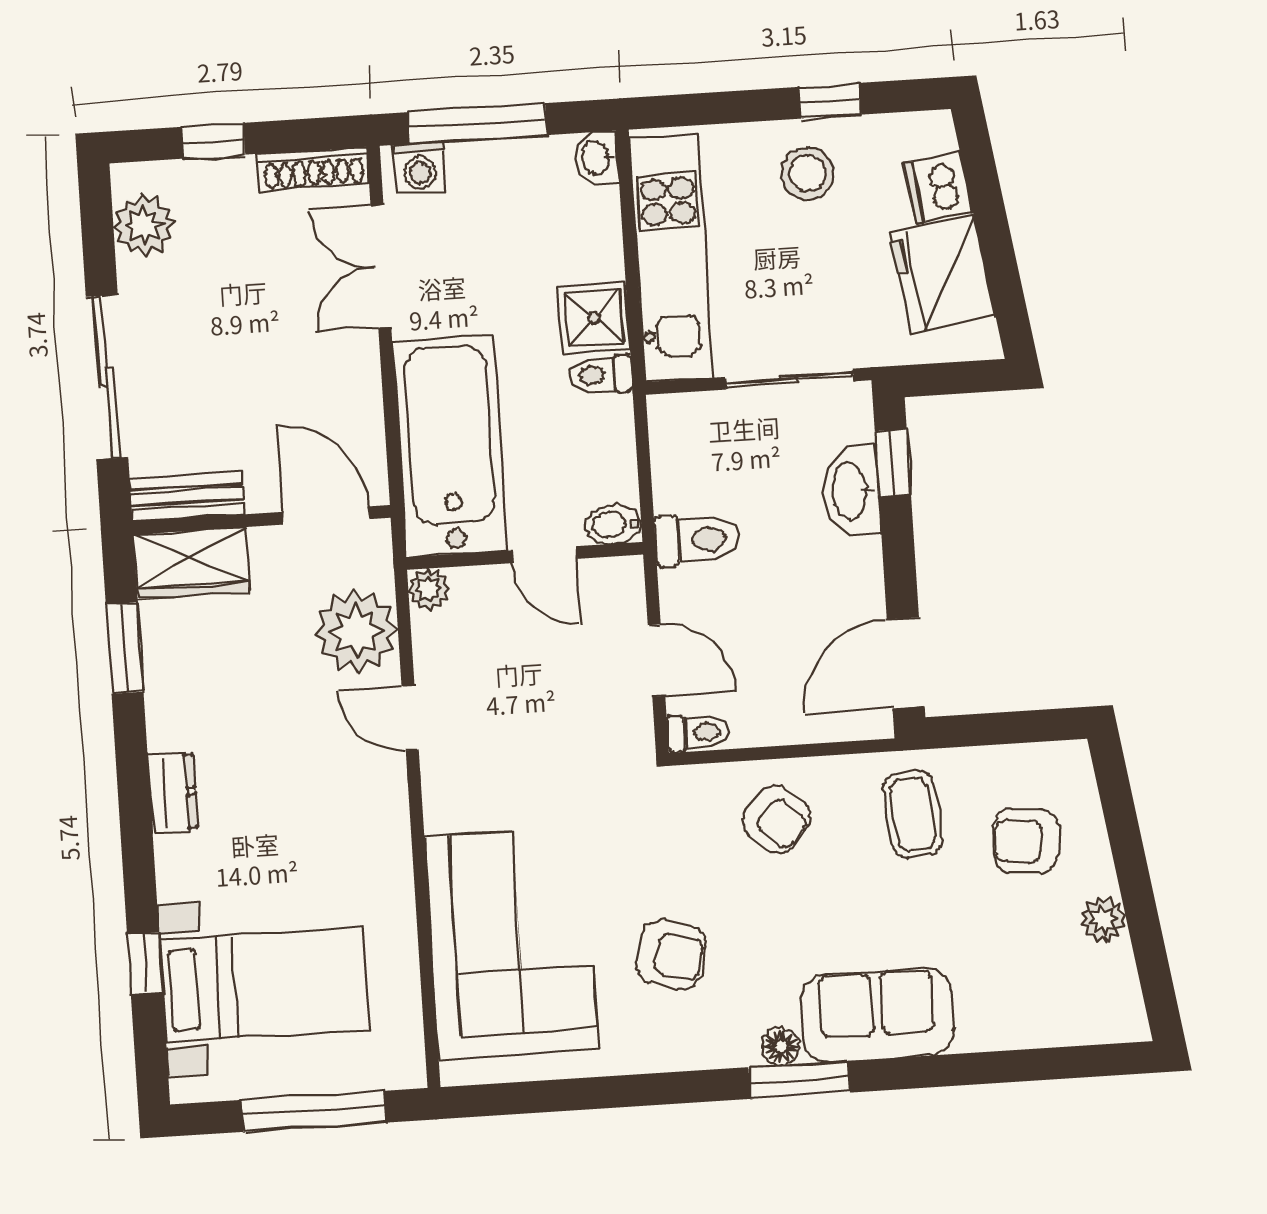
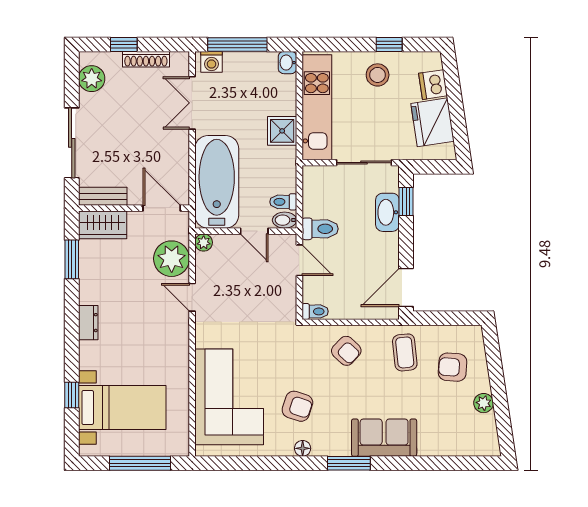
shoe rack: (314, 169) -> (146, 59), moved
toilet: (600, 374) -> (283, 202), moved
door: (657, 661) -> (299, 260), moved
floor lamp: (781, 1046) -> (303, 448), moved

